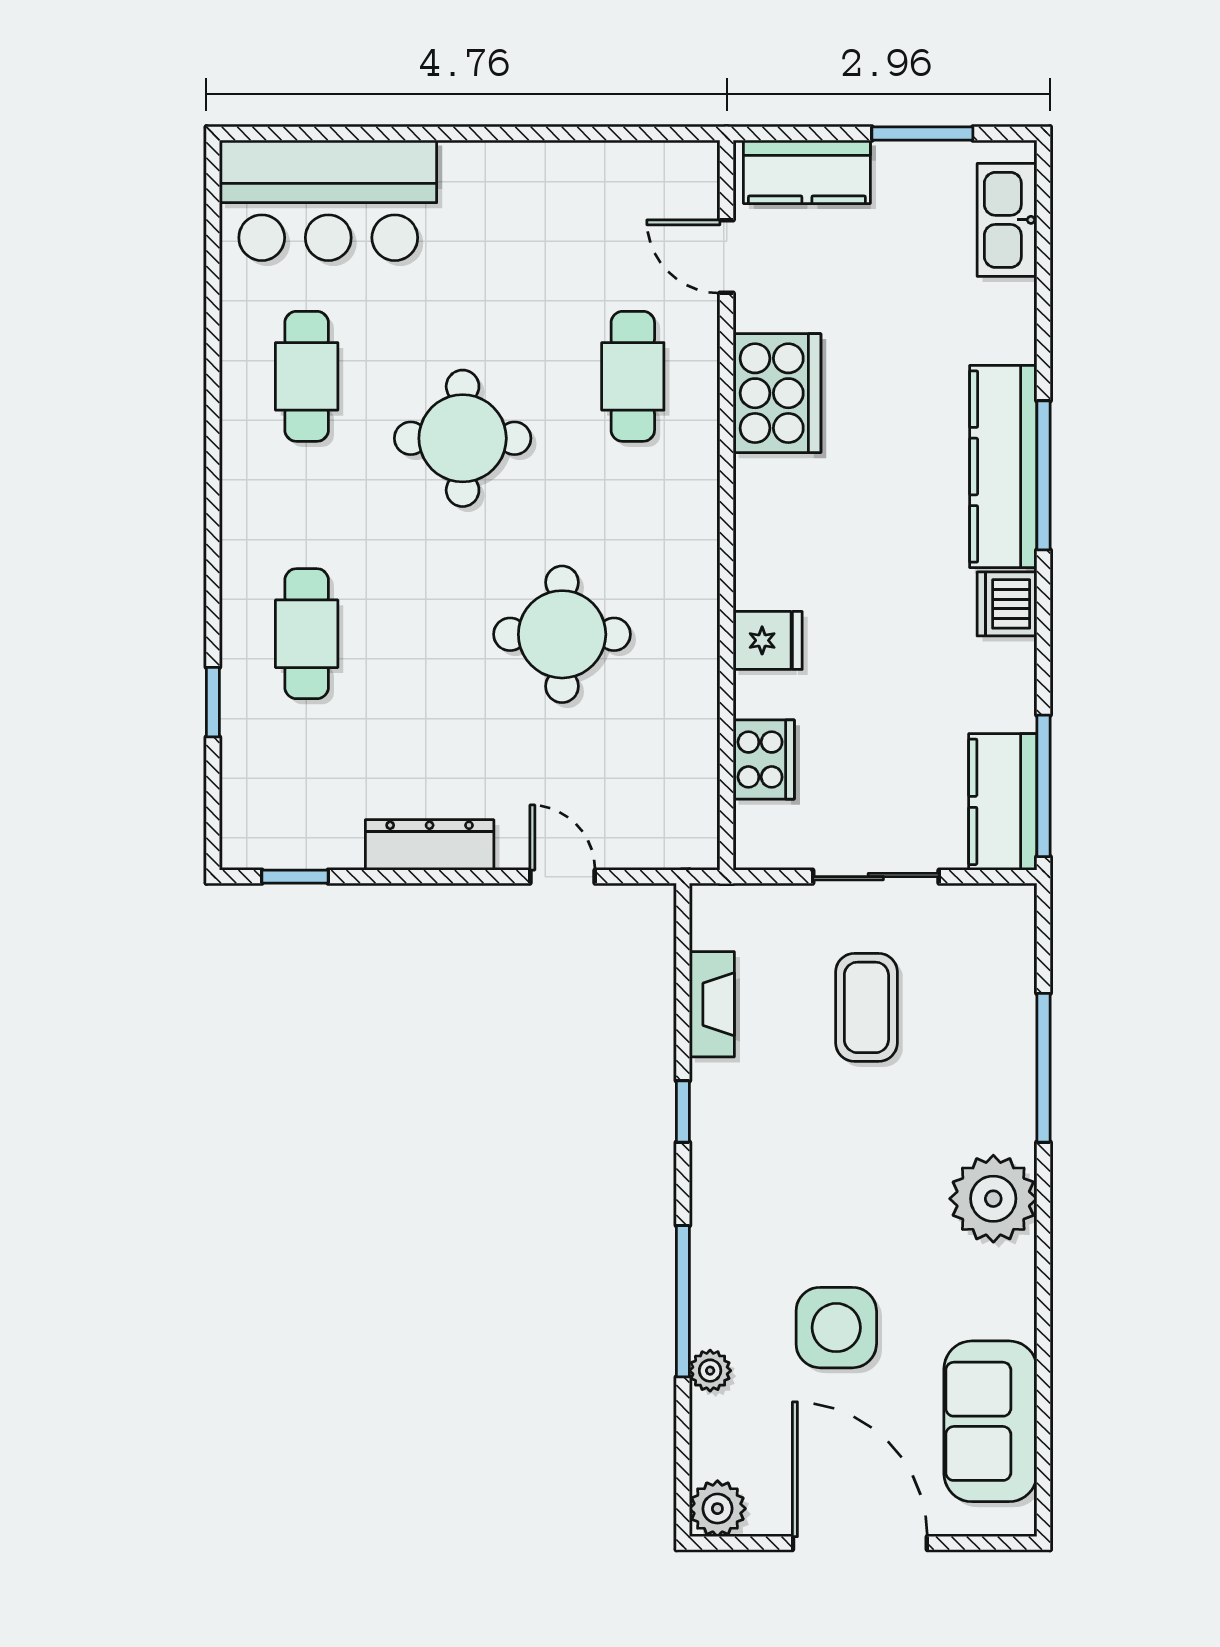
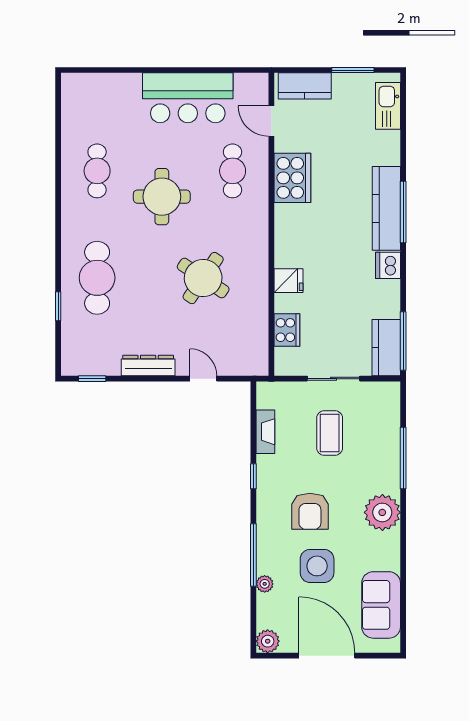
bar counter: (328, 200) -> (188, 98), moved
cafe table: (307, 634) -> (97, 278), width x1.37, depth x1.35
round table: (562, 634) -> (203, 278), turned 34
armchair: (819, 1196) -> (310, 511), added

